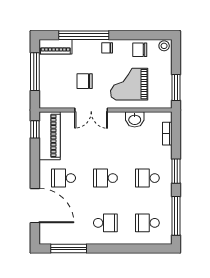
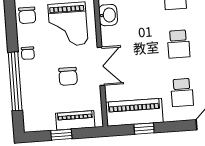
piano: (55, 47) -> (75, 120), moved, turned -90
window: (35, 72) -> (61, 135), width x0.46
window: (35, 129) -> (144, 129), moved

